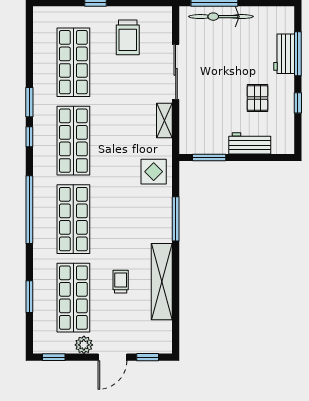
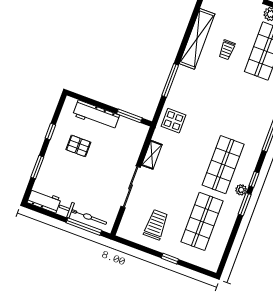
workbench: (284, 54) -> (44, 200), moved, turned -90
window: (298, 54) -> (37, 167), width x0.69
pallet: (257, 98) -> (78, 146), turned 90
plant: (40, 118) -> (241, 190), added
workbench: (250, 143) -> (96, 115), width x1.38
shop shelf: (73, 219) -> (244, 108), removed

